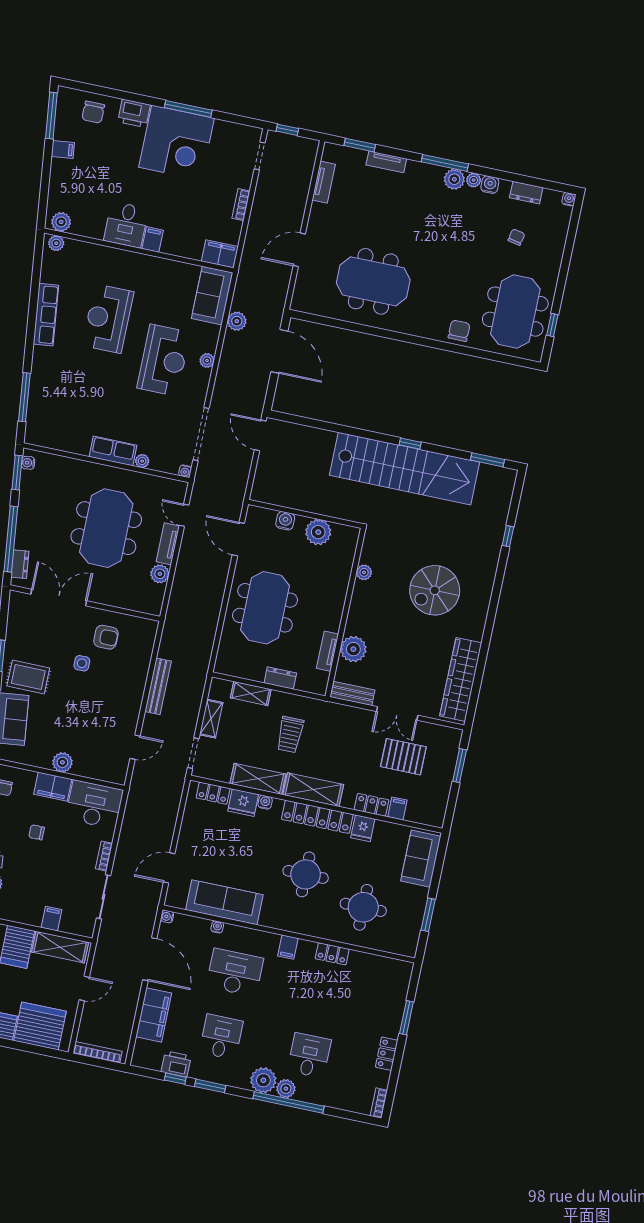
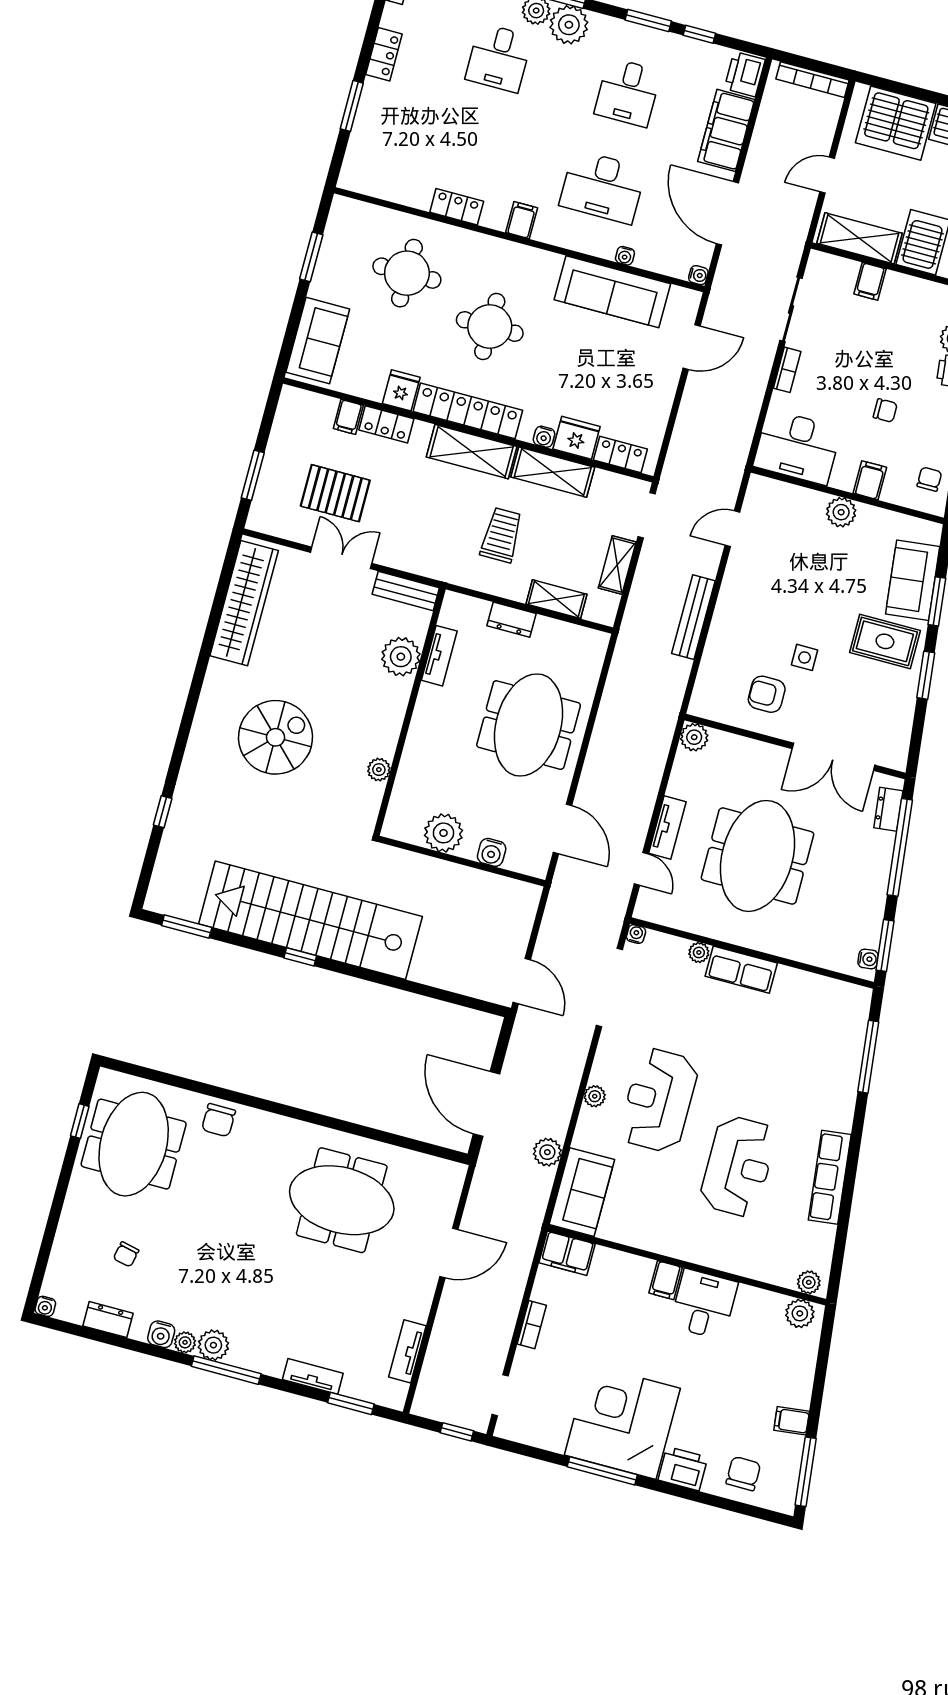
plant: (160, 574) -> (694, 737), moved
filing cabinet: (53, 787) -> (870, 480), width x0.50
printer: (176, 1064) -> (745, 74), moved, turned 90

